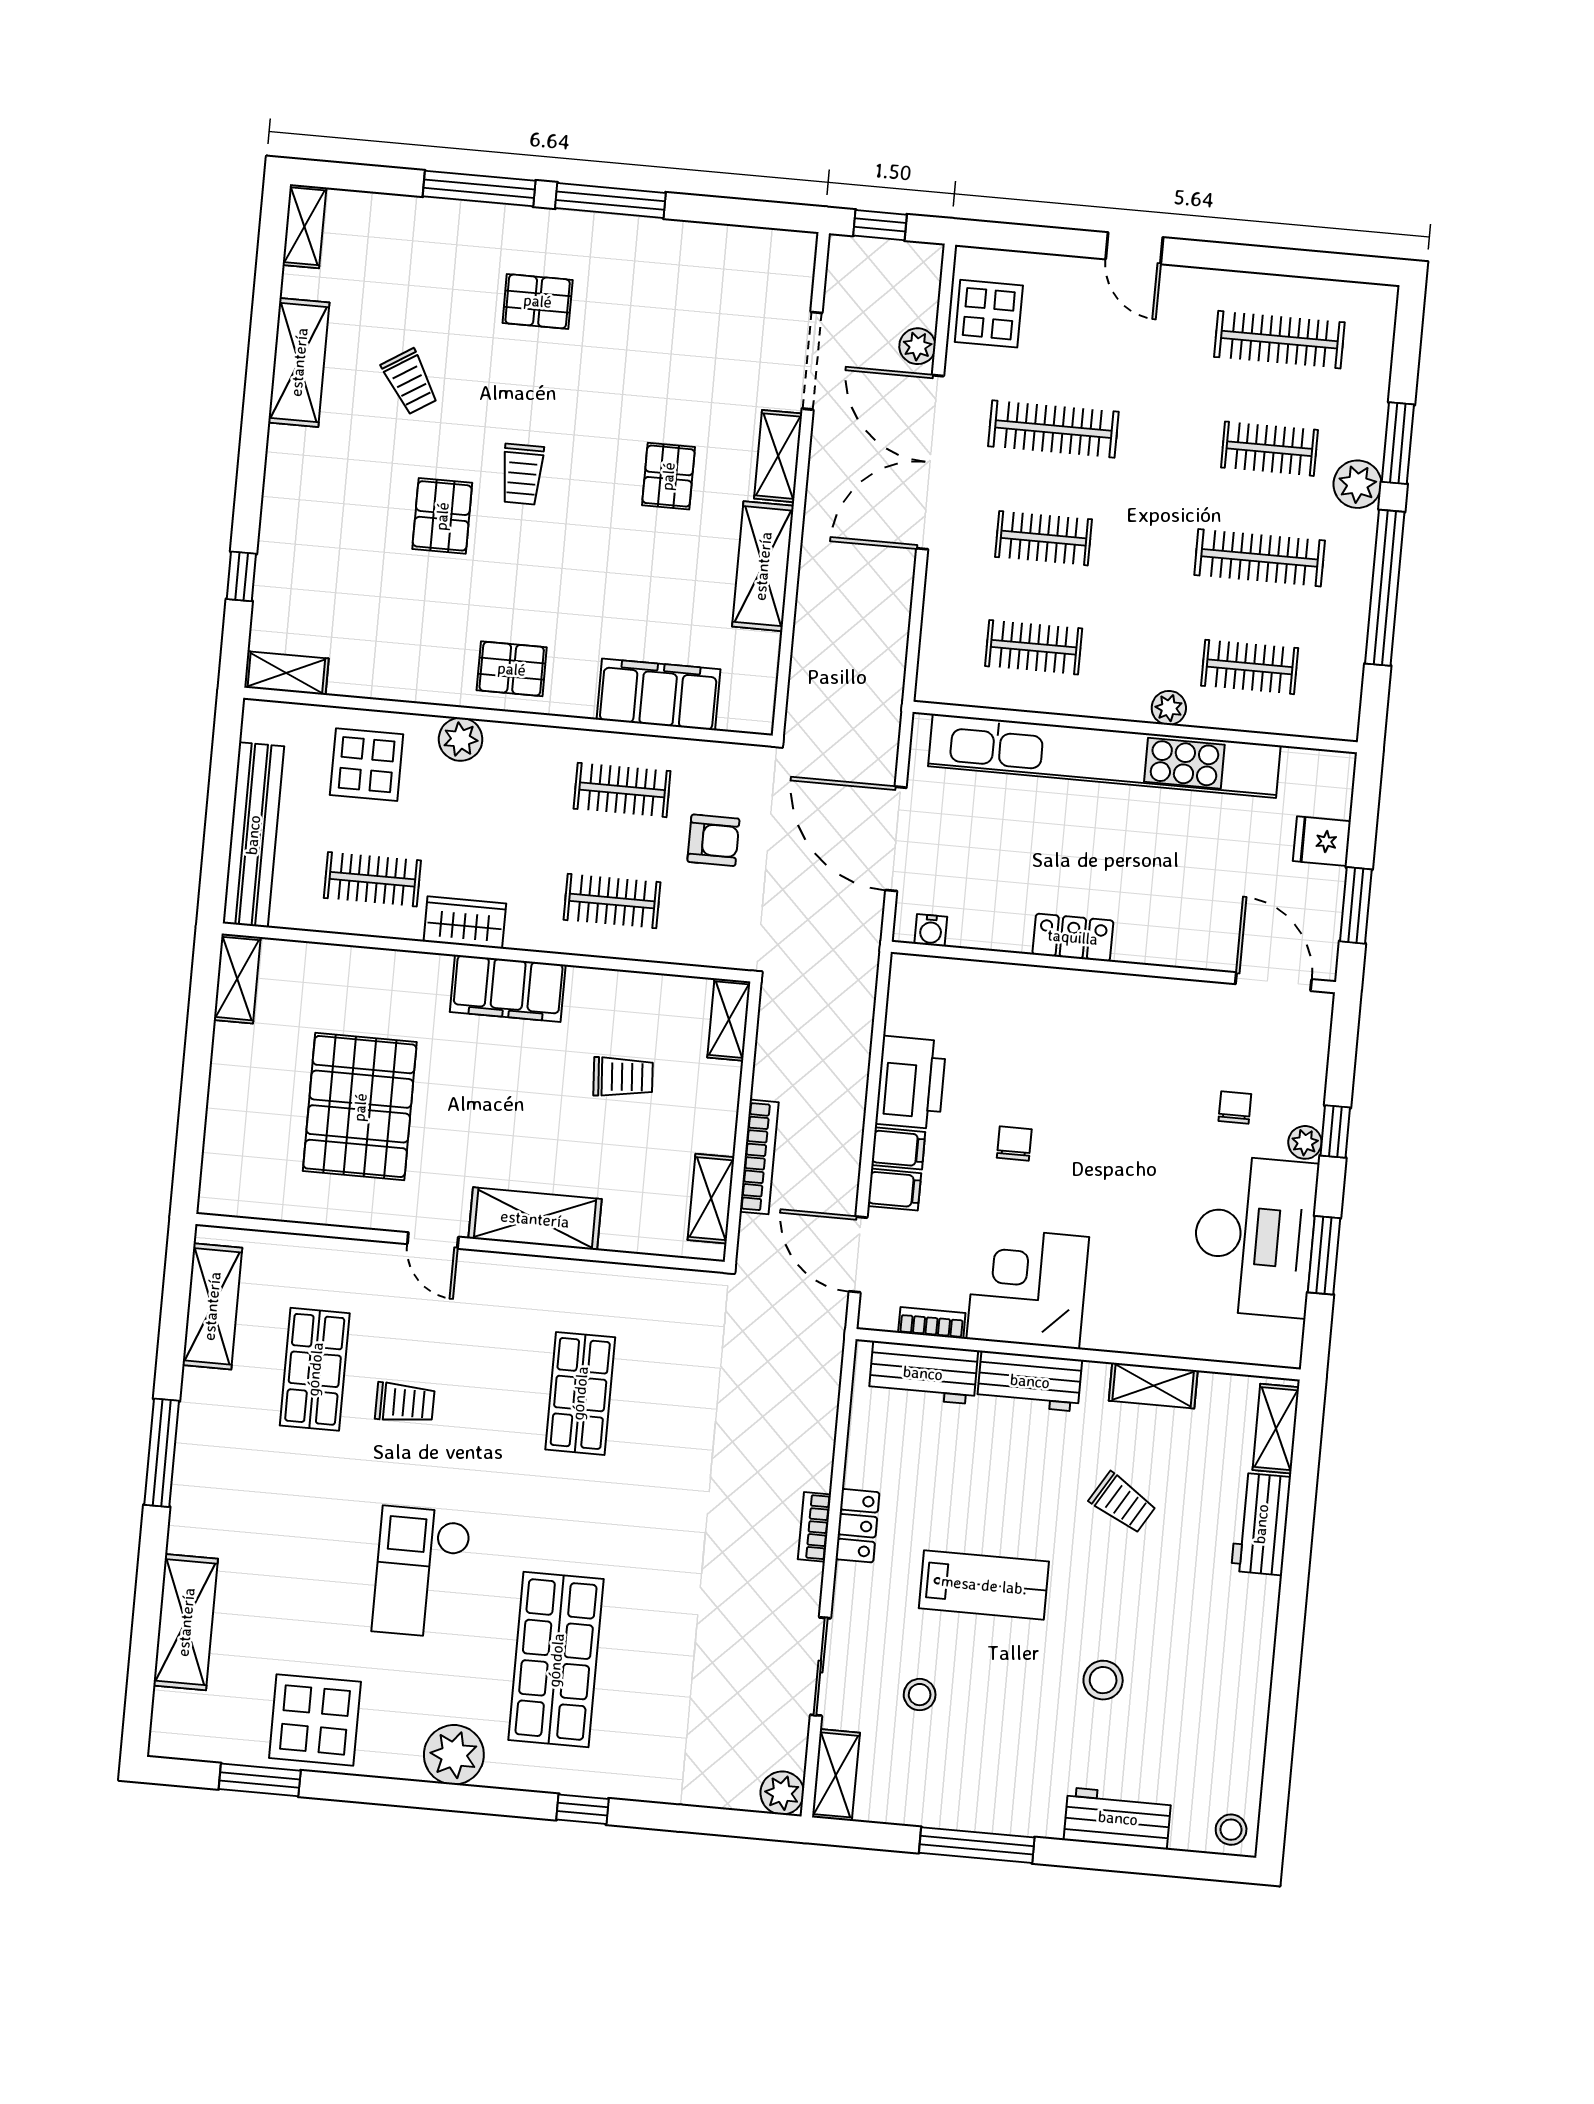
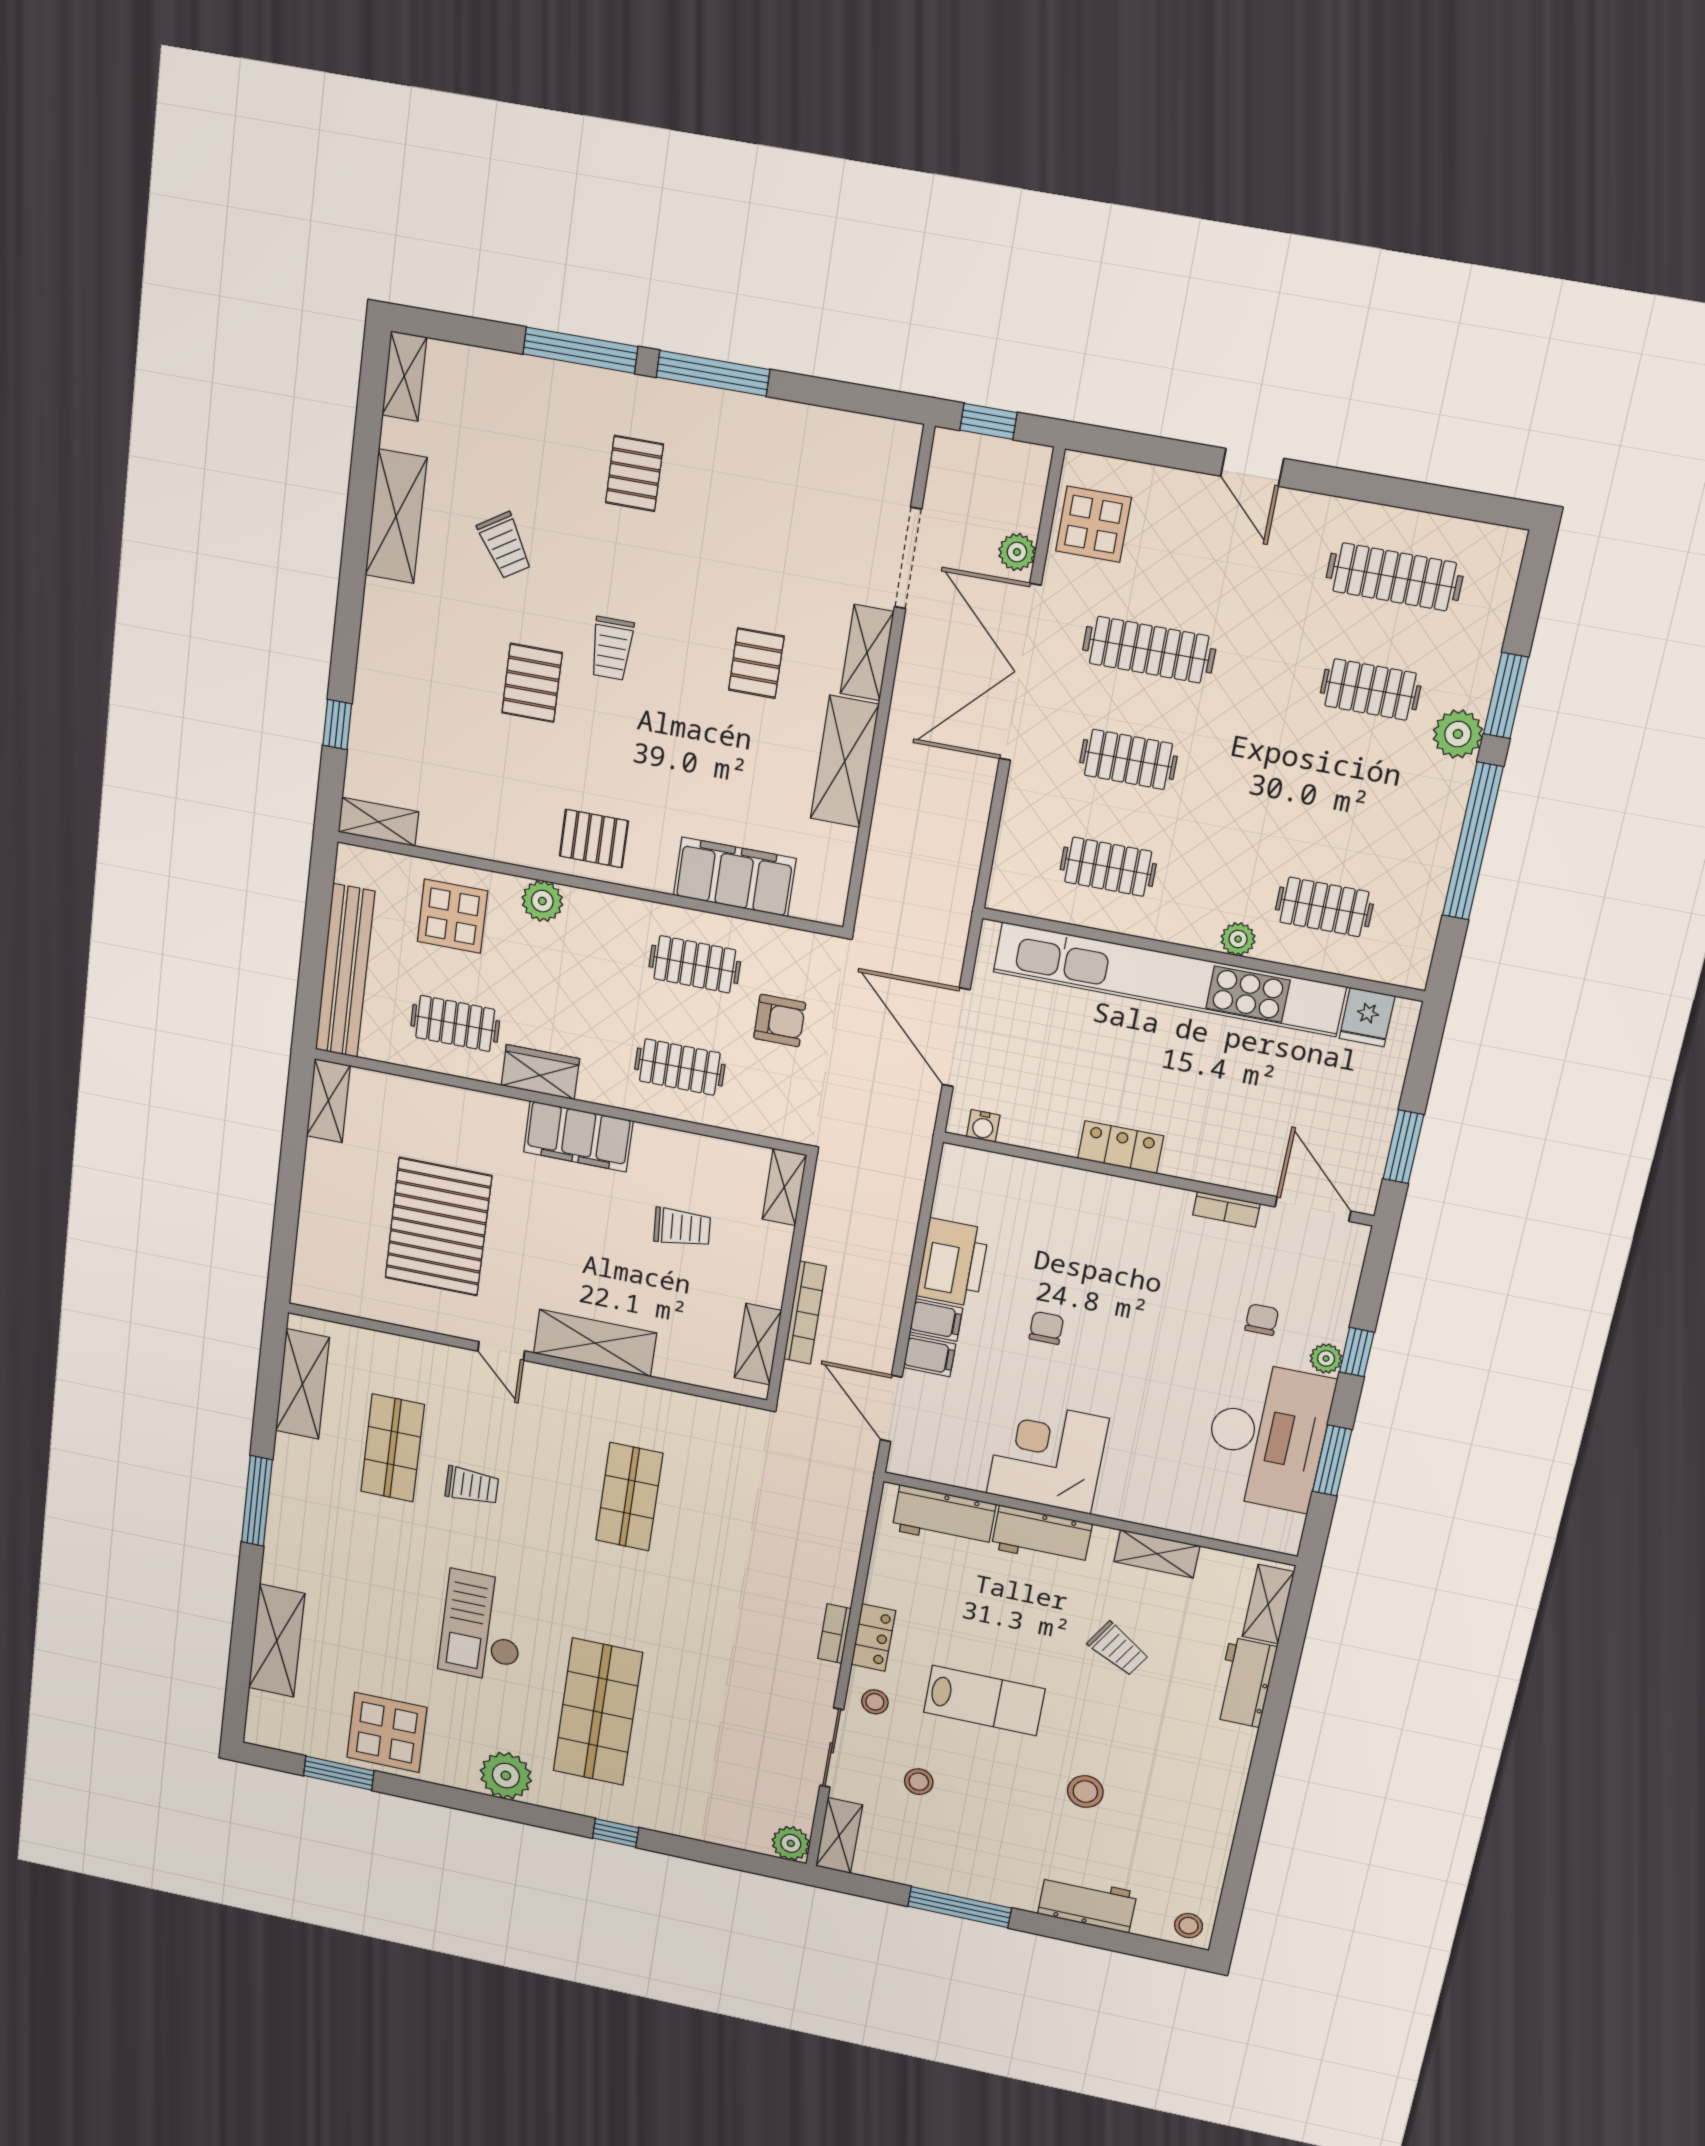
pallet: (538, 301) -> (634, 473), turned 90
clothes rail: (1260, 558) -> (1347, 799), removed
fridge: (1322, 841) -> (1367, 1017), moved, turned -90
bookcase: (932, 1323) -> (1226, 1209), moved, turned 180
stool: (864, 1603) -> (875, 1702), added

